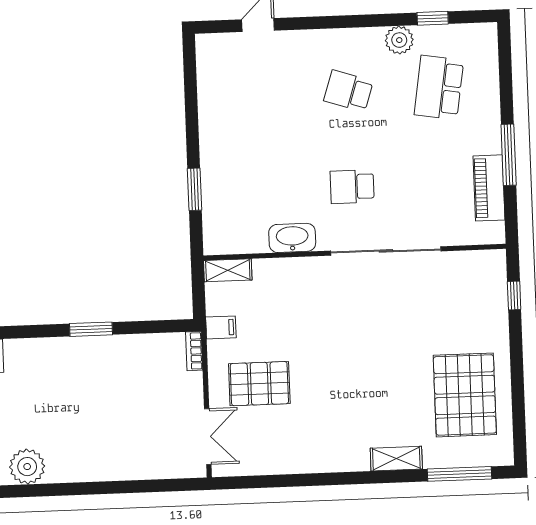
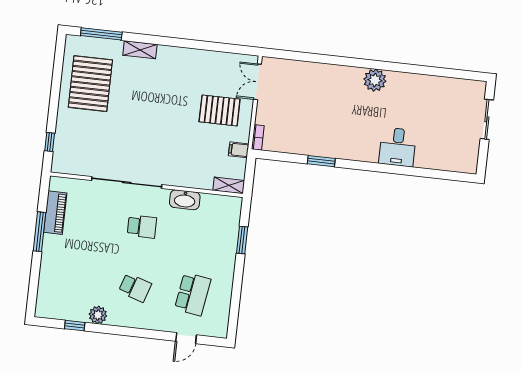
school desk: (439, 87) -> (193, 294), moved

